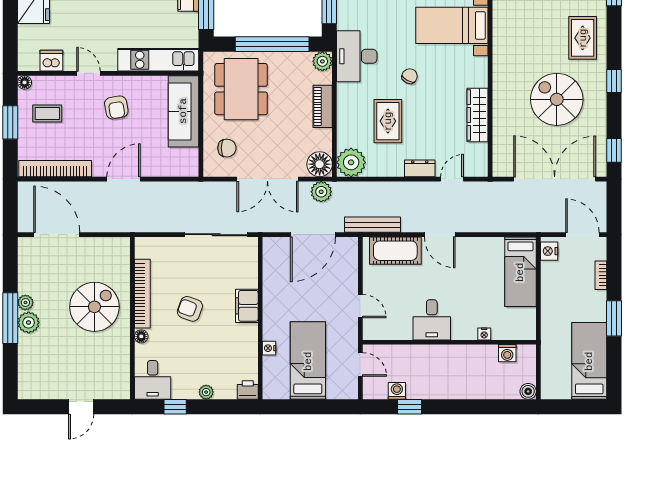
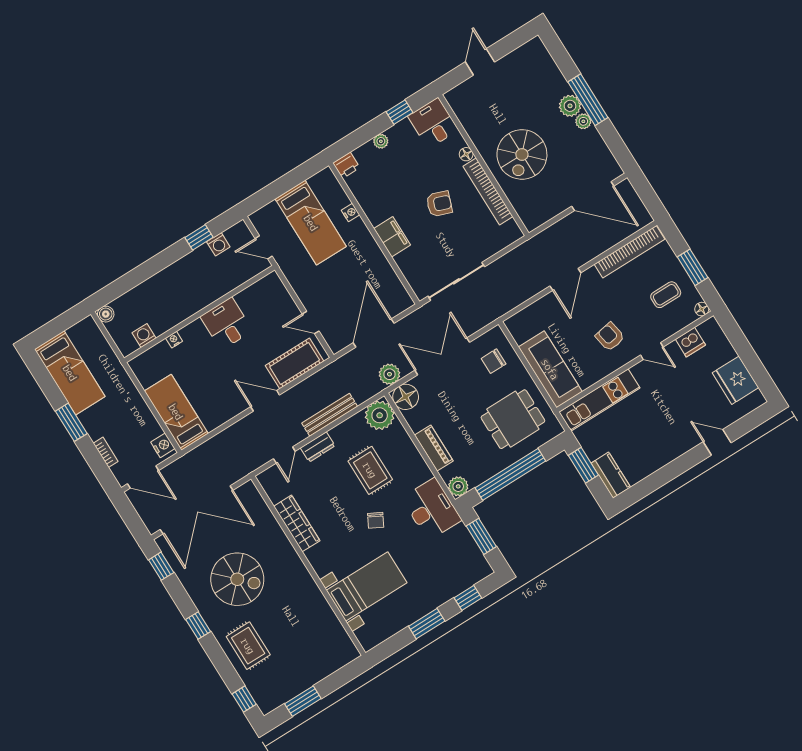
dining table: (241, 89) -> (513, 419), width x0.73
bench: (372, 225) -> (330, 415), moved
door: (360, 306) -> (311, 323), moved

